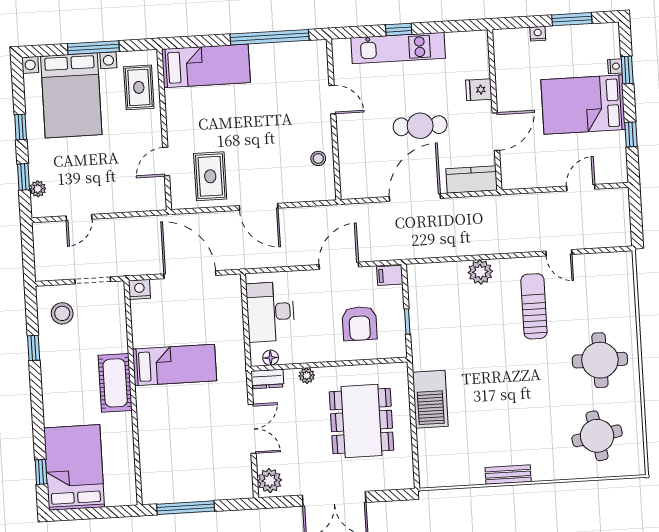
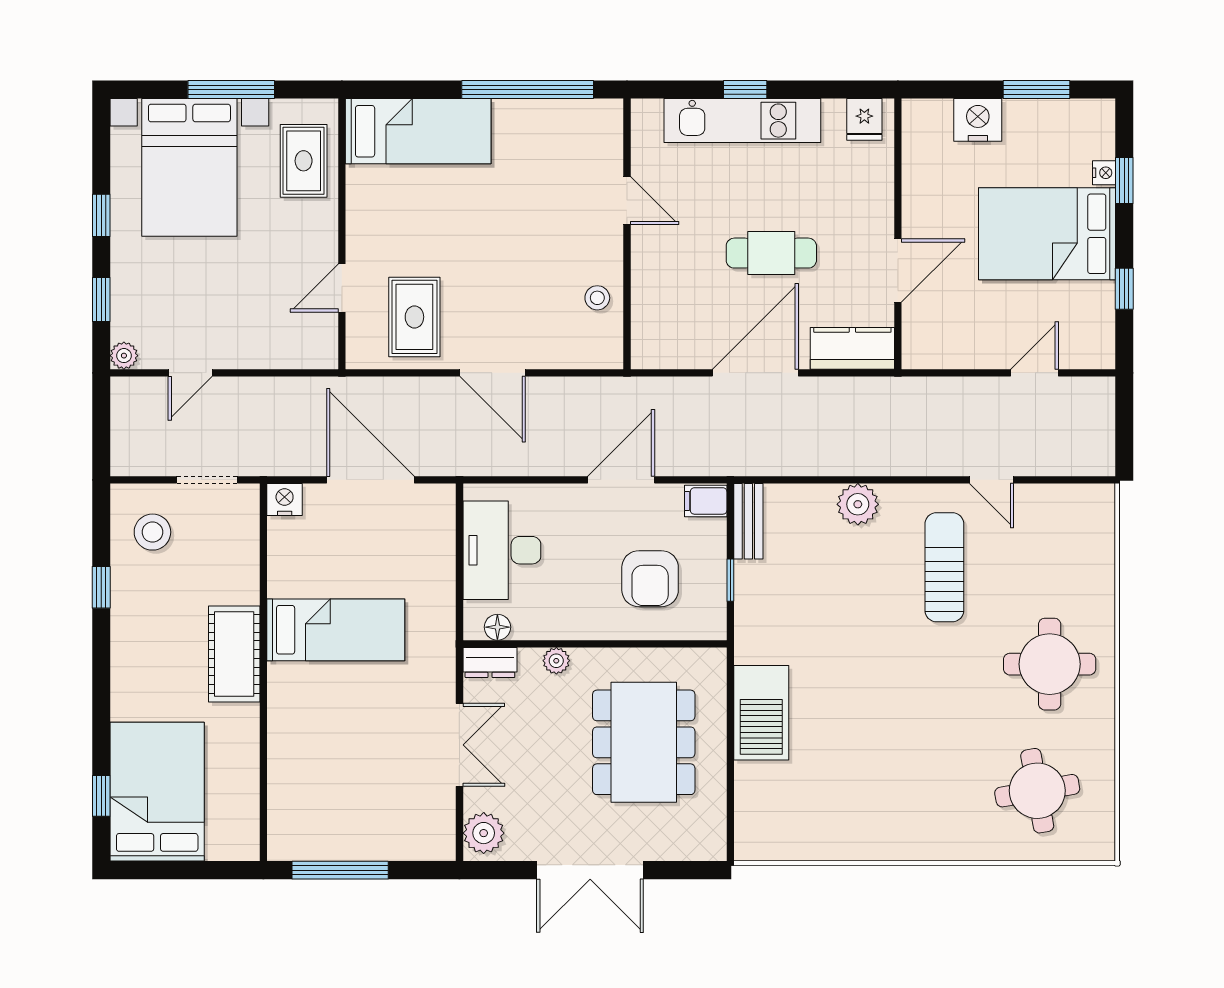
nightstand: (538, 34) -> (978, 120), width x1.89, depth x1.79
fridge: (479, 90) -> (864, 119), moved, turned -90
plant: (38, 189) -> (124, 356), moved
bench: (508, 475) -> (748, 521), moved, turned 90

